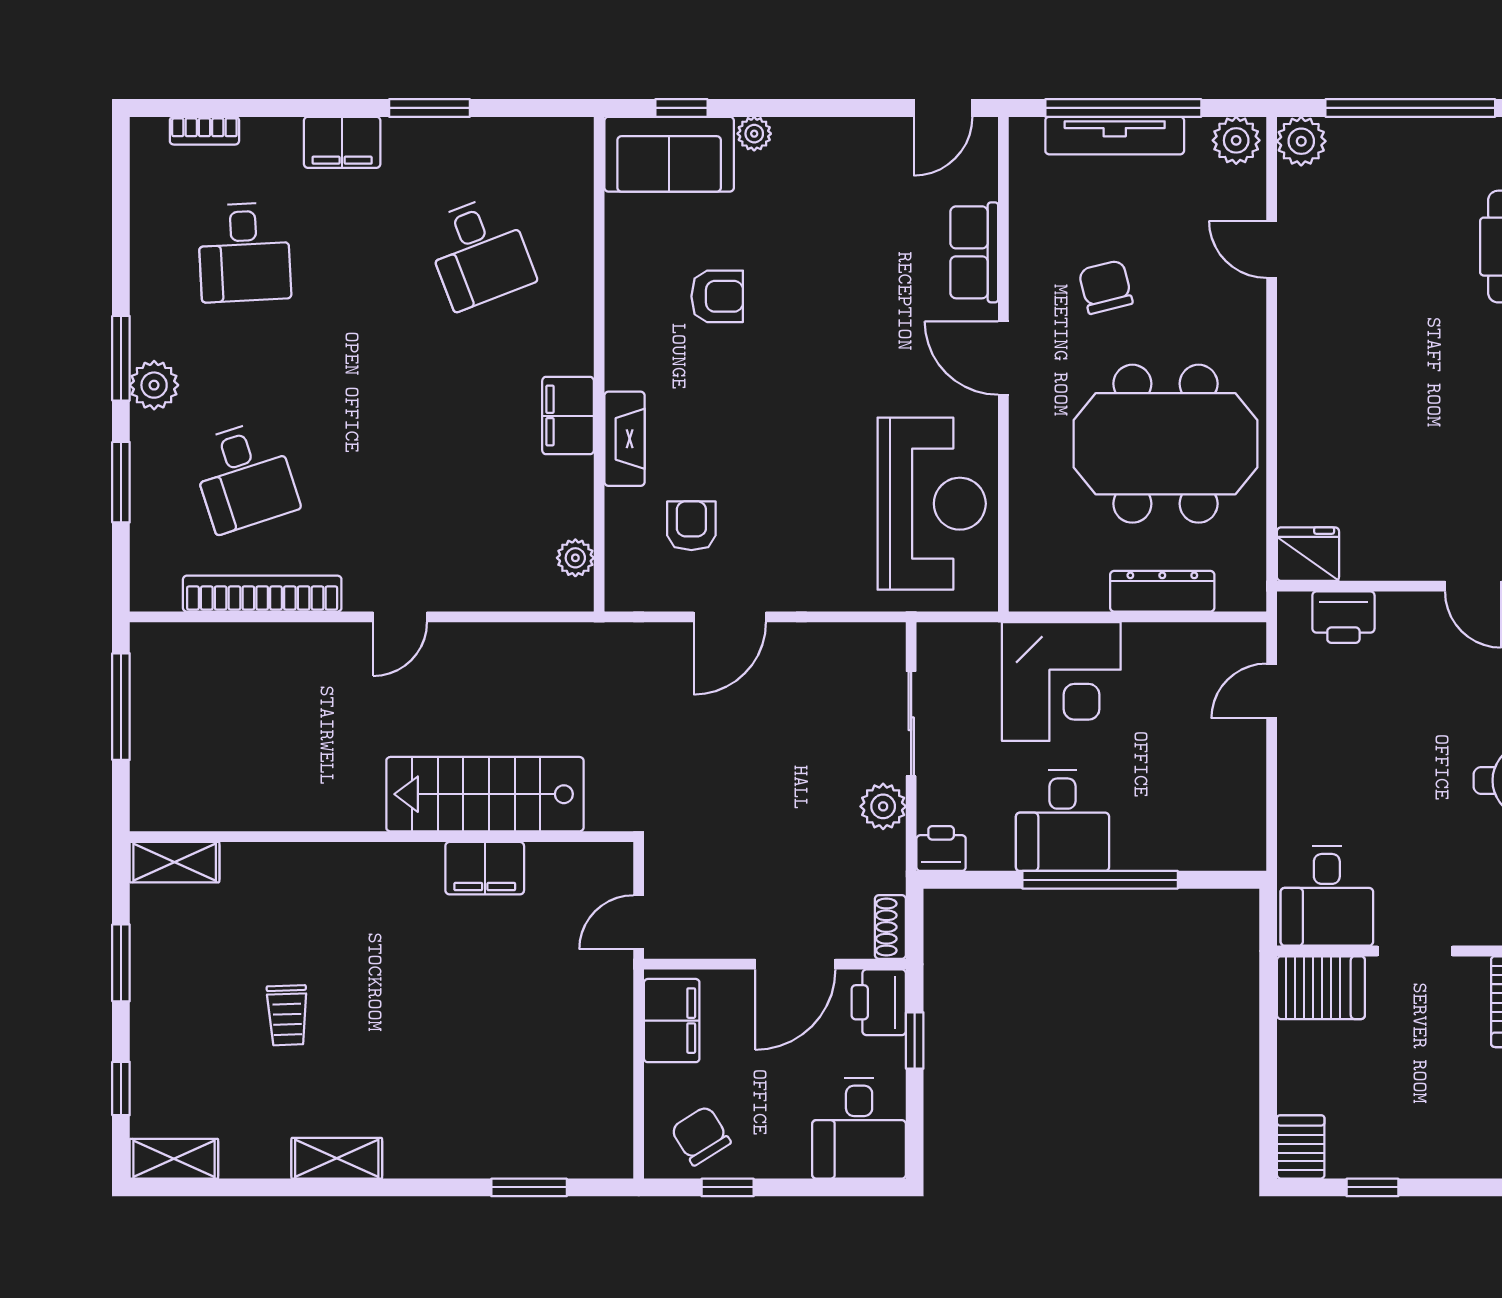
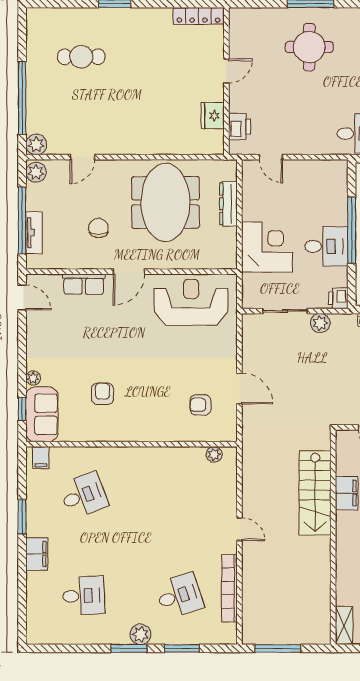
bookcase: (204, 131) -> (32, 613), removed
tv unit: (1115, 136) -> (34, 233), width x0.71
chair: (1106, 287) -> (99, 228), turned 104
filing cabinet: (568, 416) -> (41, 458), moved, width x0.50
fireplace: (625, 439) -> (163, 433), removed
fridge: (1308, 554) -> (213, 116), moved

